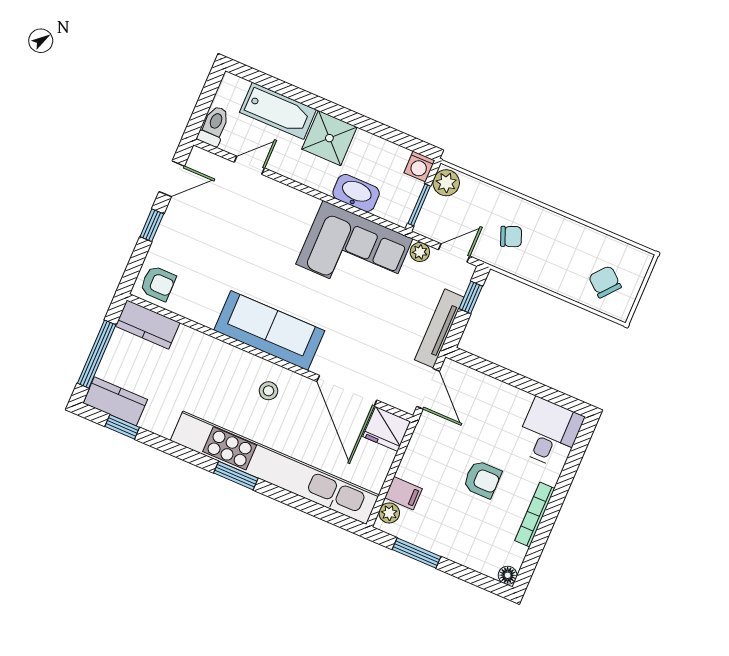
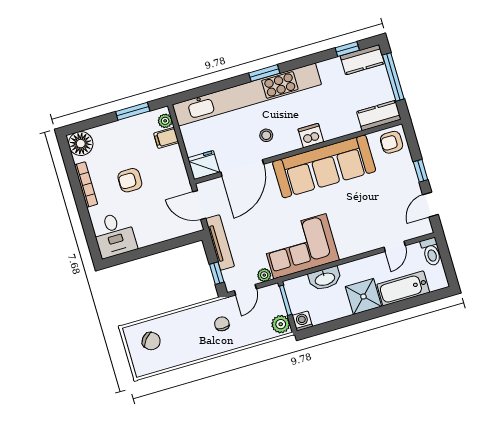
chair: (511, 237) -> (222, 324), turned 112
sofa: (269, 331) -> (324, 166), width x1.36, depth x1.27
dishwasher: (241, 364) -> (311, 136), added
stool: (268, 391) -> (266, 135), moved
door: (347, 391) -> (242, 168), swing flipped
floor lamp: (508, 575) -> (81, 144), width x1.89, depth x1.89

